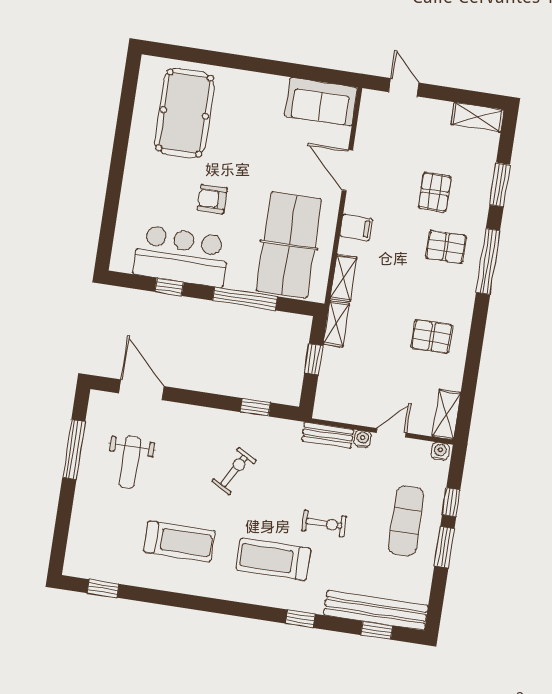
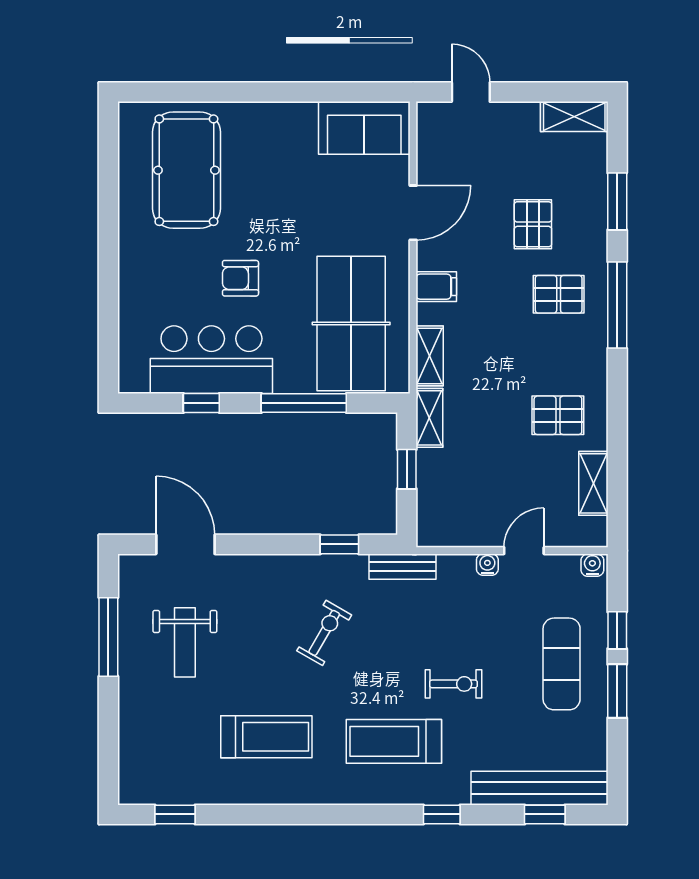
door: (347, 170) -> (413, 213), swing flipped
shelving: (447, 415) -> (593, 483), moved
bench: (328, 435) -> (402, 567), moved

